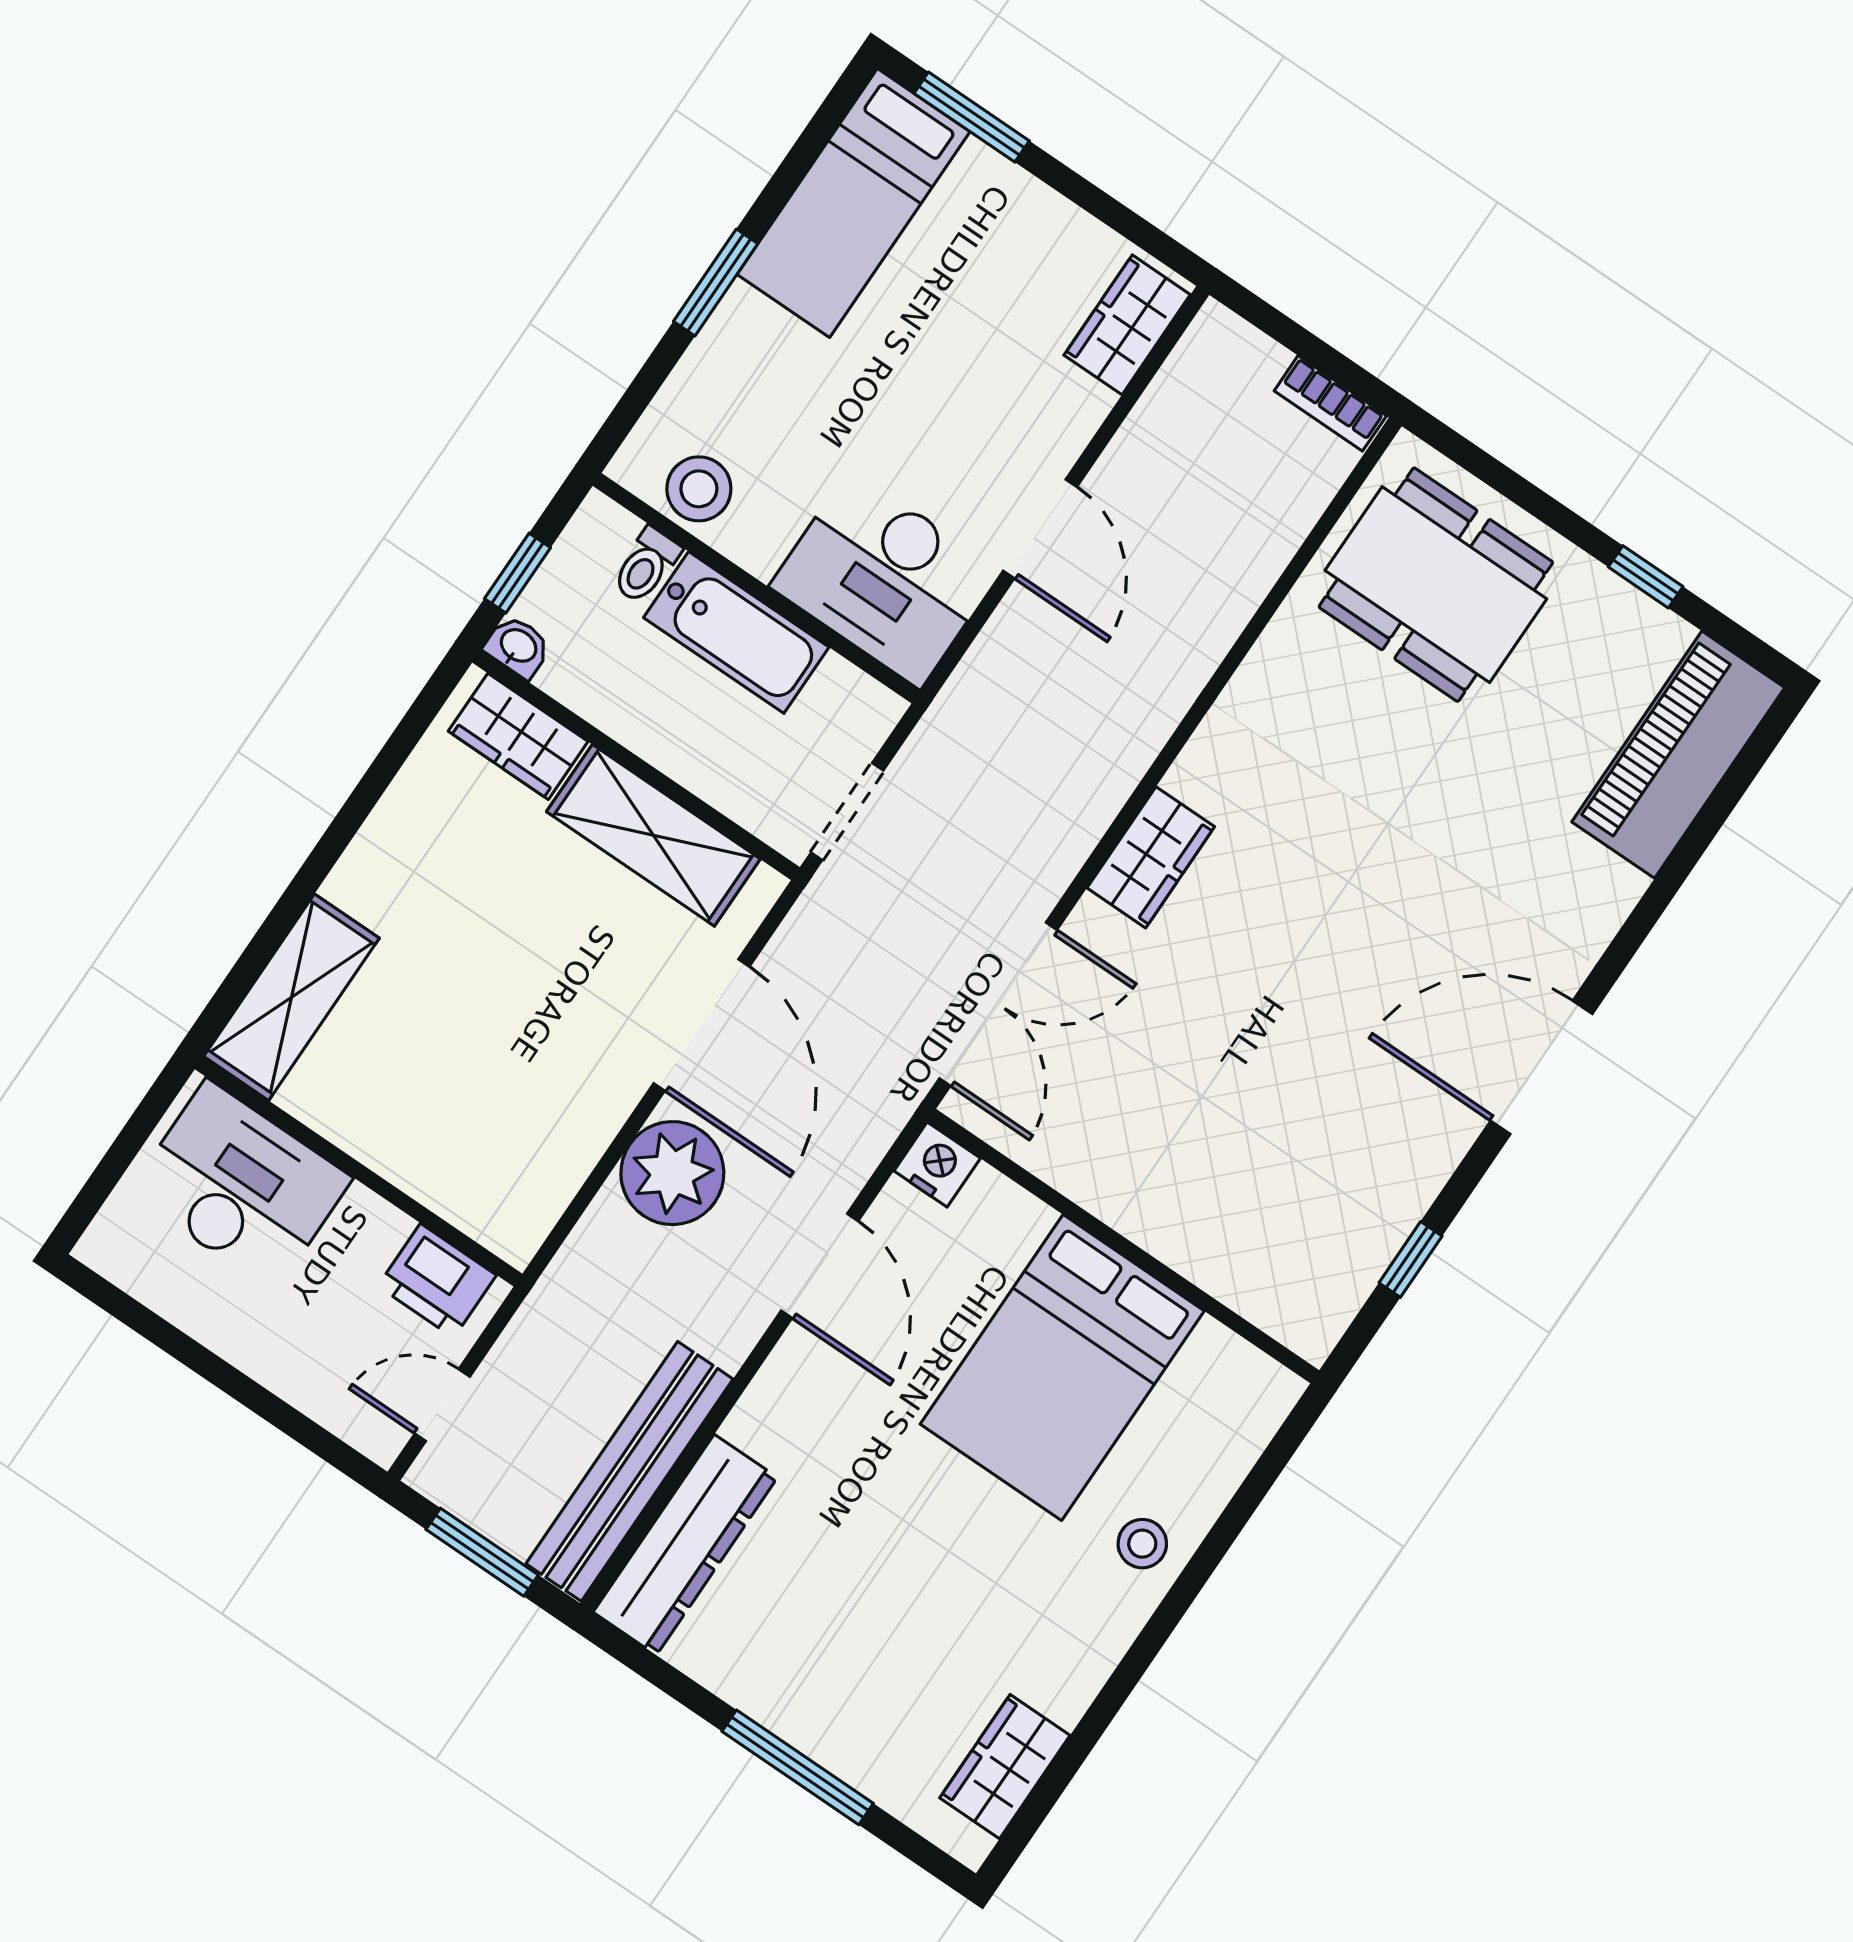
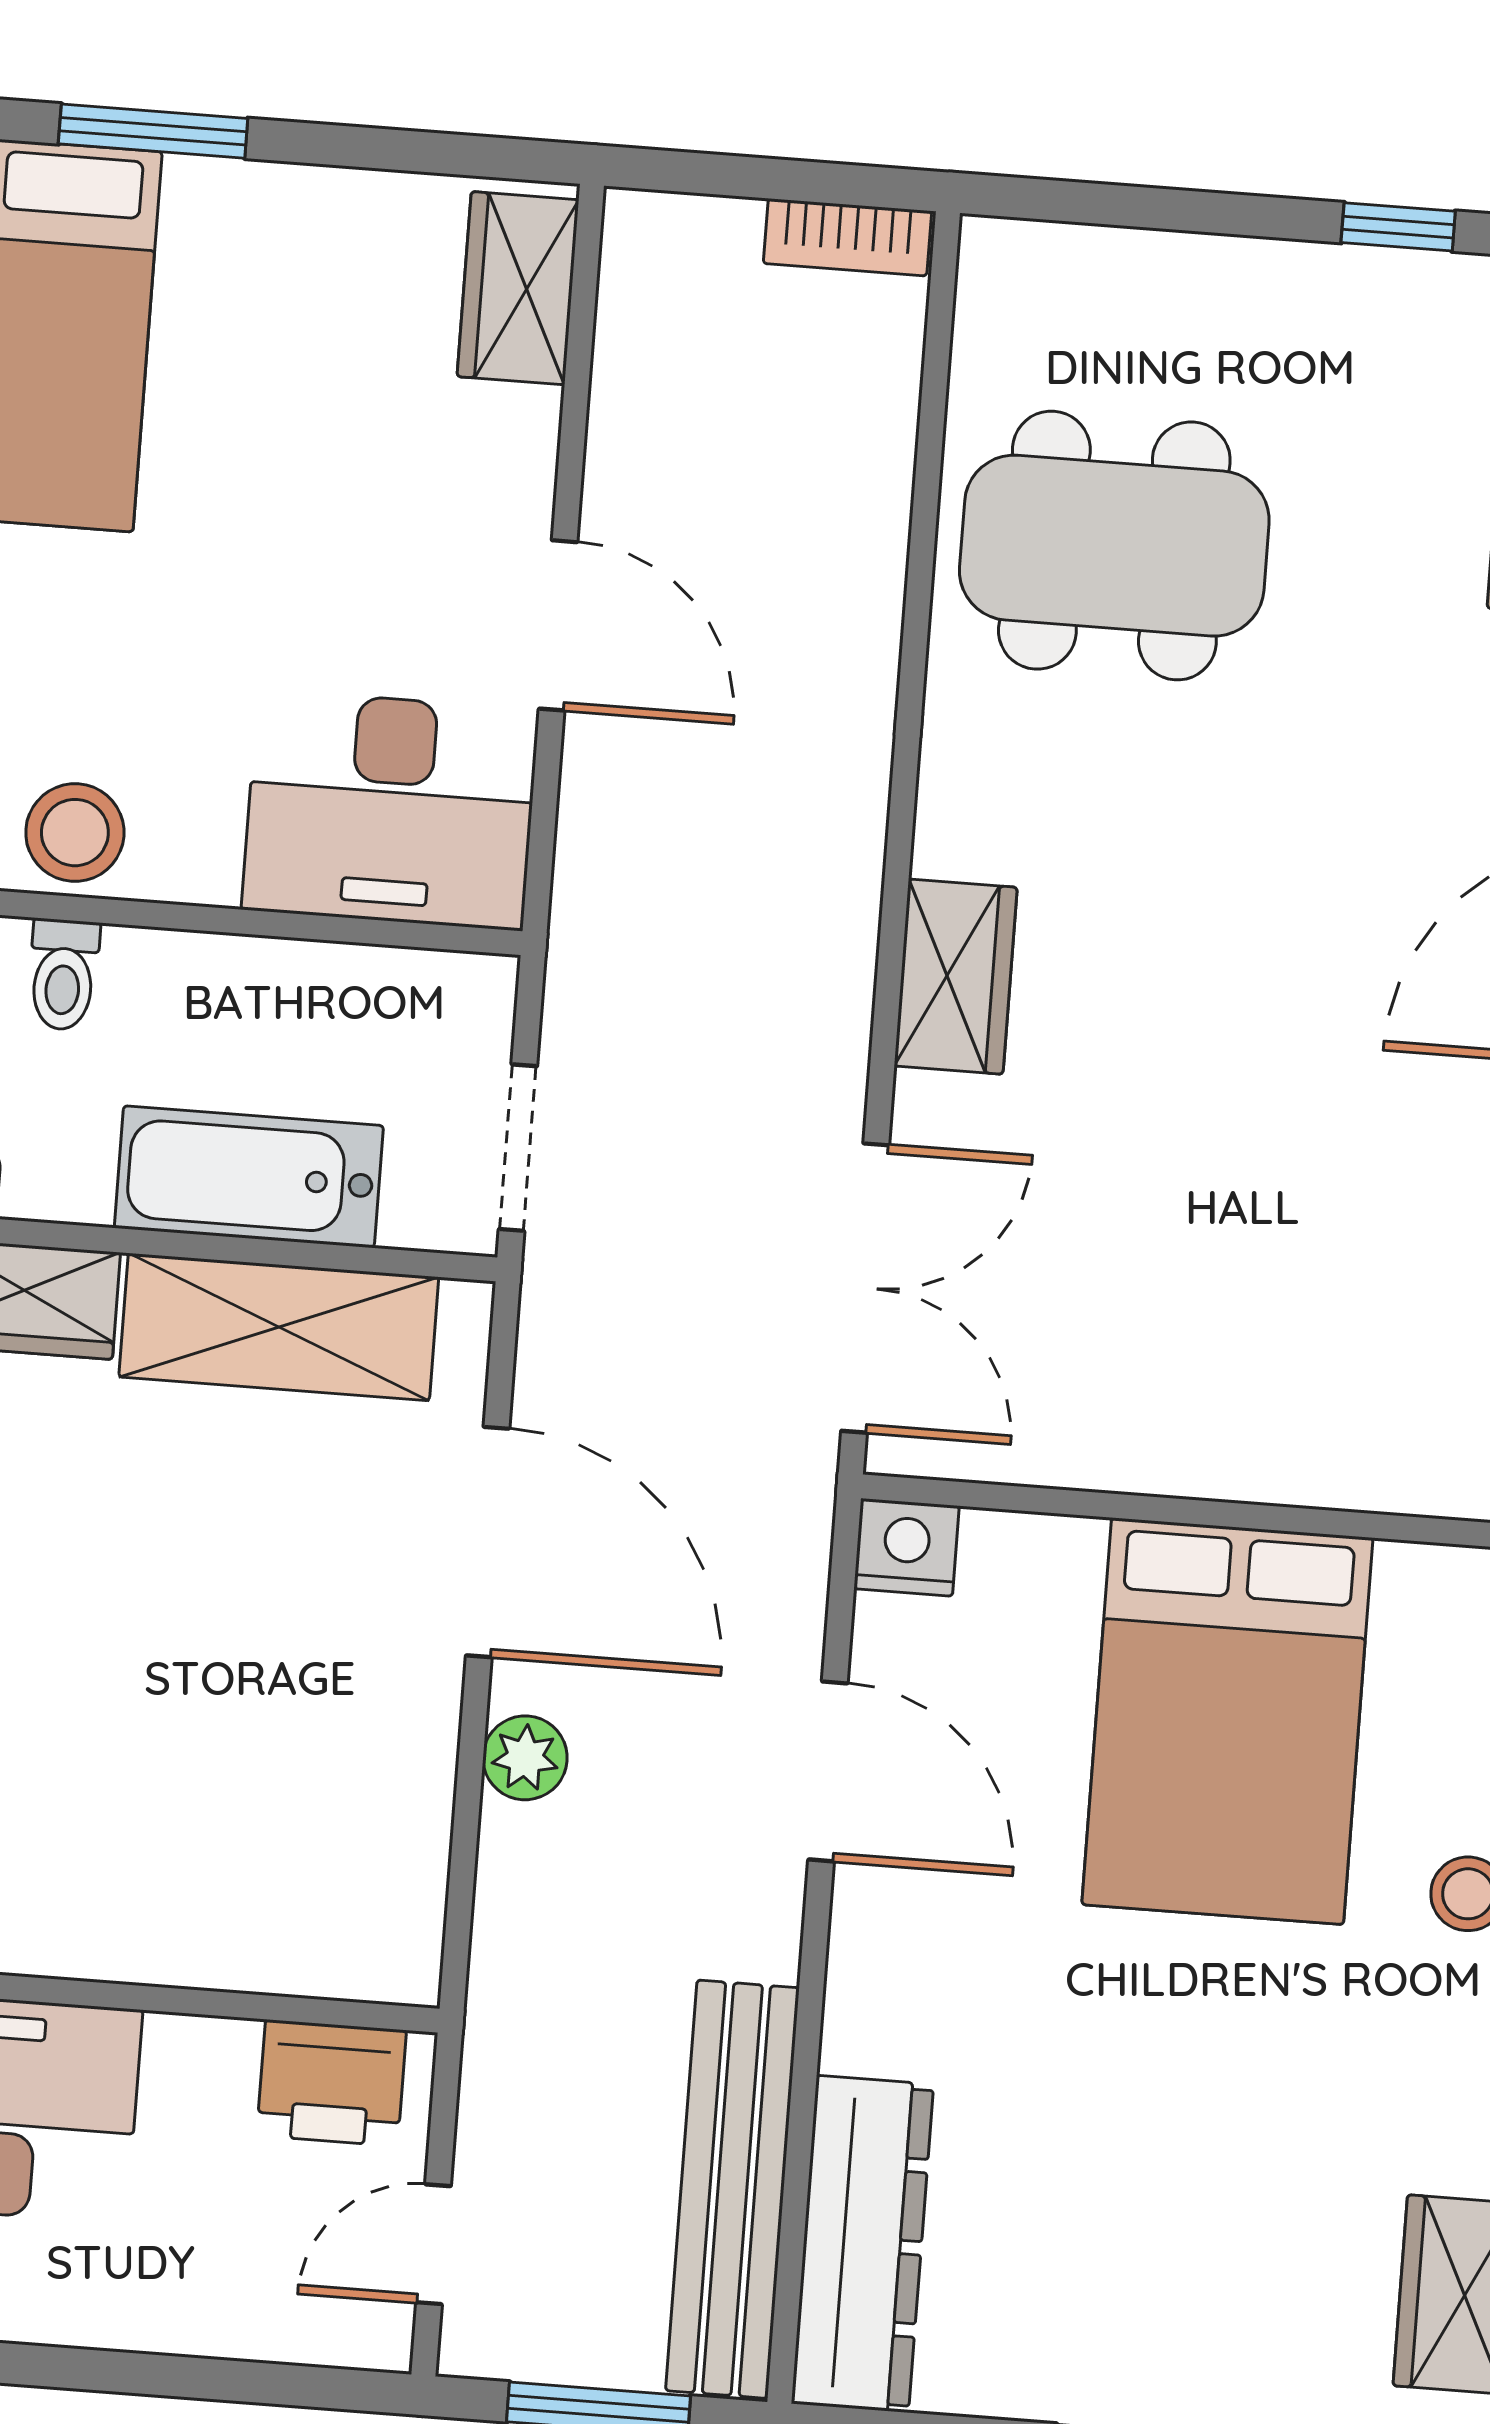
dining table: (1436, 585) -> (1114, 546), moved
bathtub: (736, 632) -> (249, 1177), moved, turned 180
plant: (672, 1173) -> (525, 1758), width x0.53, depth x0.53

